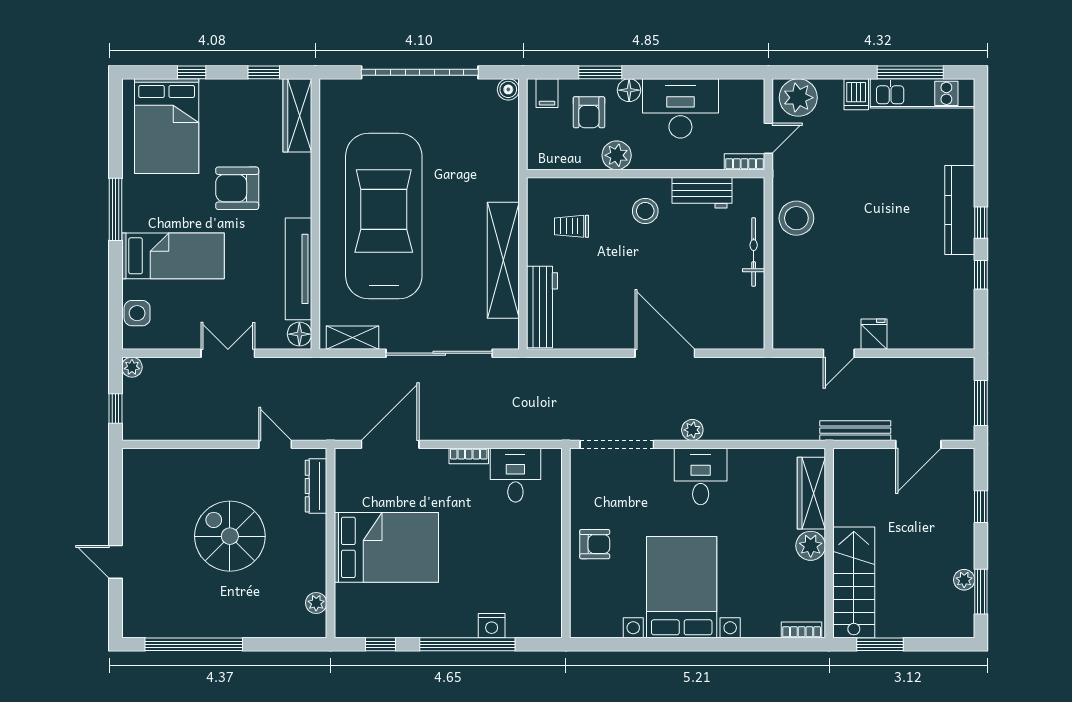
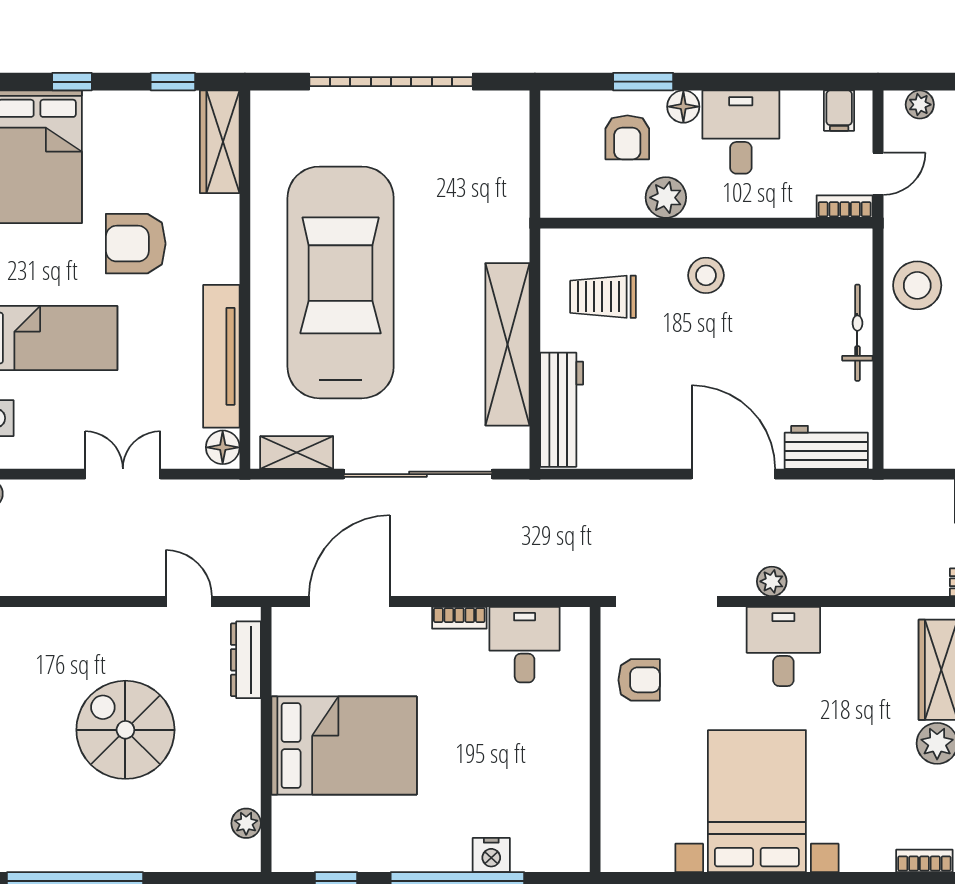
boiler: (508, 89) -> (515, 106), removed
filing cabinet: (547, 93) -> (839, 111), moved
plant: (798, 98) -> (920, 105), width x0.53, depth x0.53
desk: (680, 108) -> (741, 132), width x0.73
workbench: (702, 193) -> (826, 447), moved, turned 180
trolley: (572, 226) -> (603, 297), width x1.36, depth x1.39
armchair: (595, 544) -> (639, 680), moved

